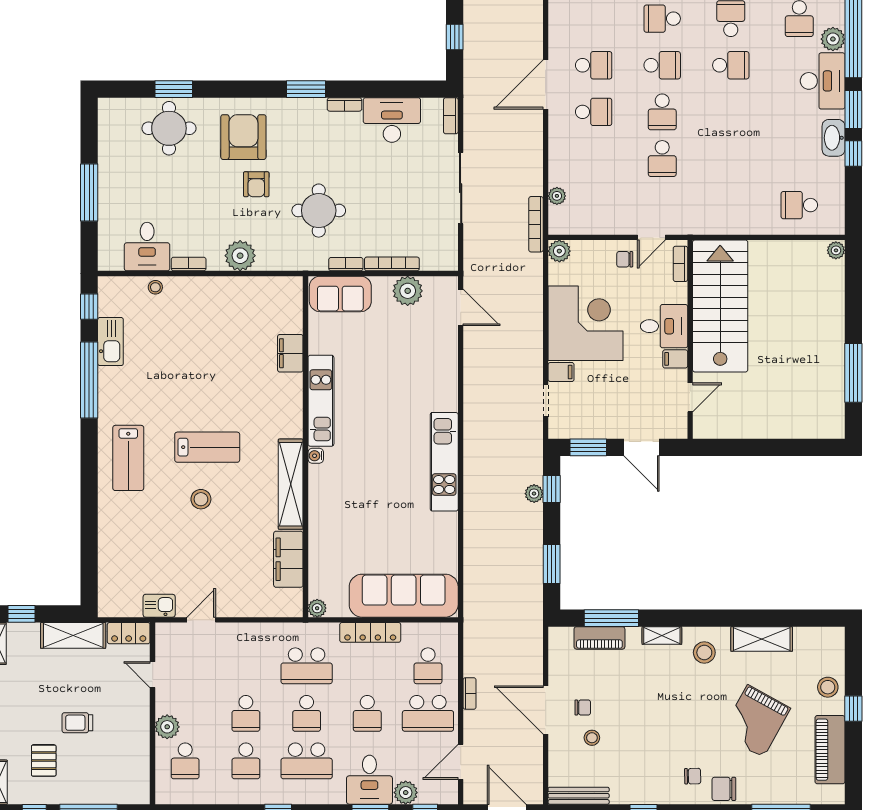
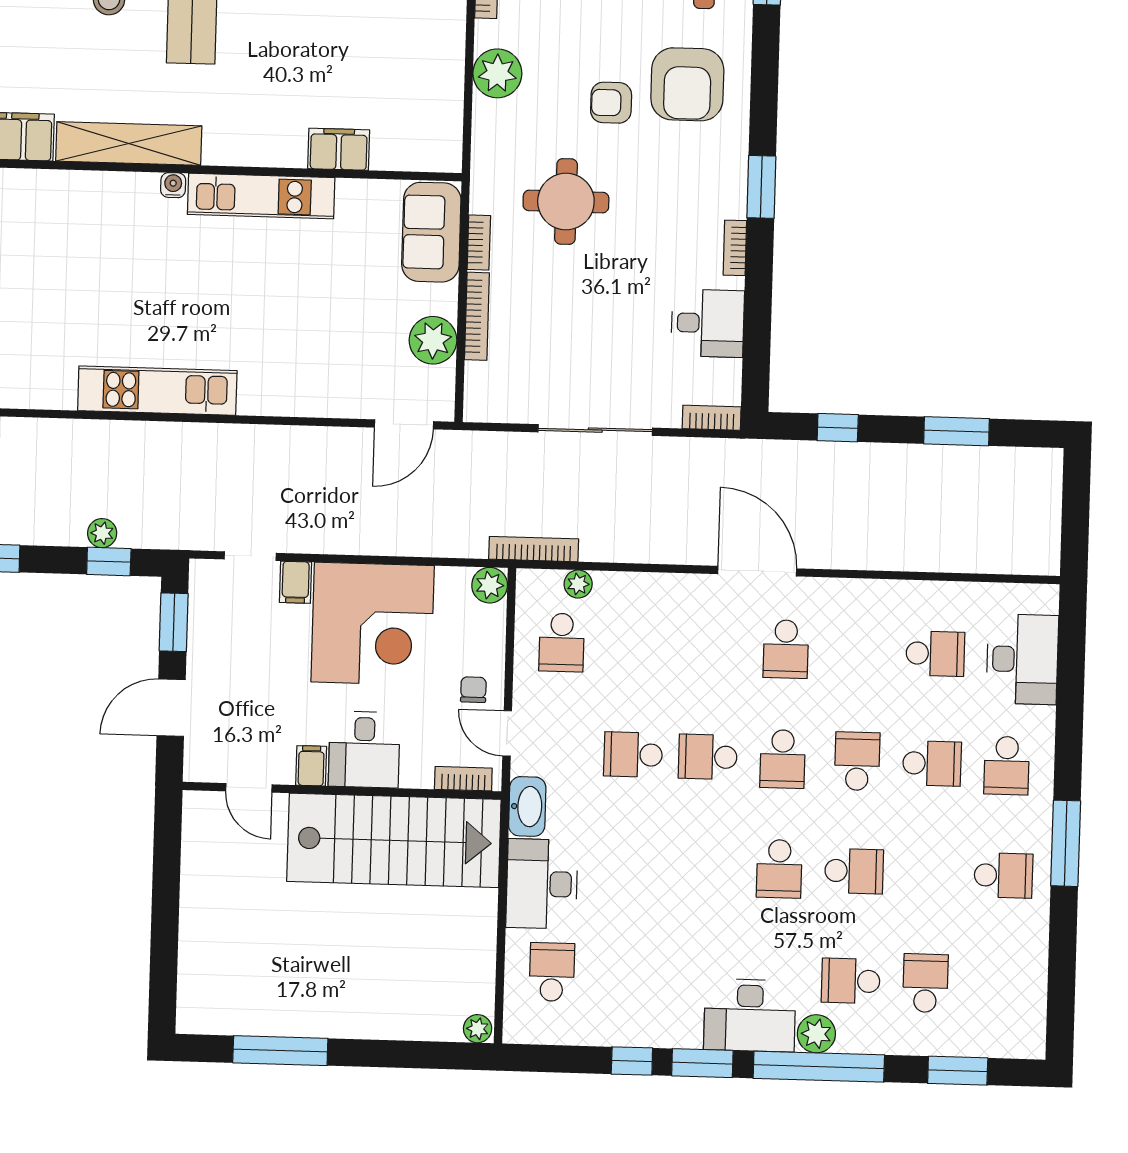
school desk: (594, 112) -> (562, 642), moved
desk: (392, 120) -> (708, 323), width x0.73
armchair: (243, 137) -> (687, 84), turned 90
washbasin: (833, 138) -> (527, 806), moved, turned 90
desk: (745, 213) -> (542, 884), added

